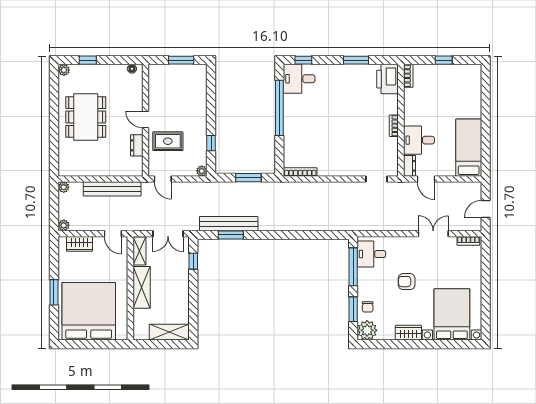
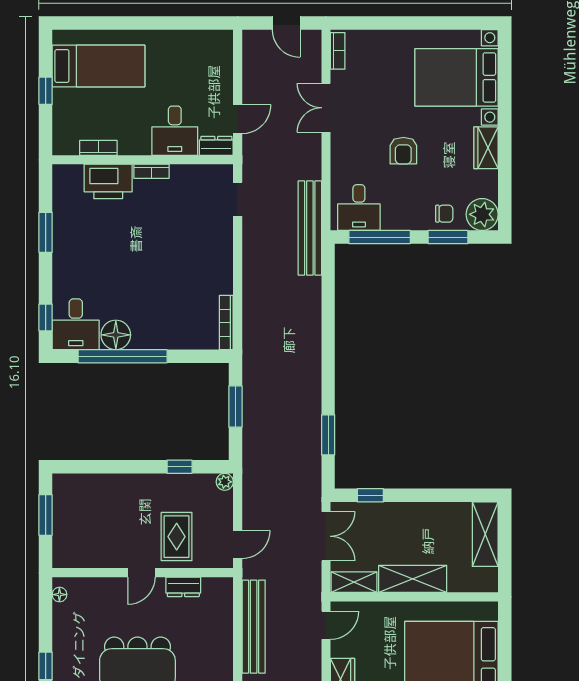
bookcase: (408, 76) -> (98, 148), moved
printer: (388, 79) -> (108, 181), moved
floor lamp: (293, 104) -> (116, 335), added
bed: (469, 148) -> (98, 66), moved, turned 180
bench: (229, 224) -> (310, 228), moved

